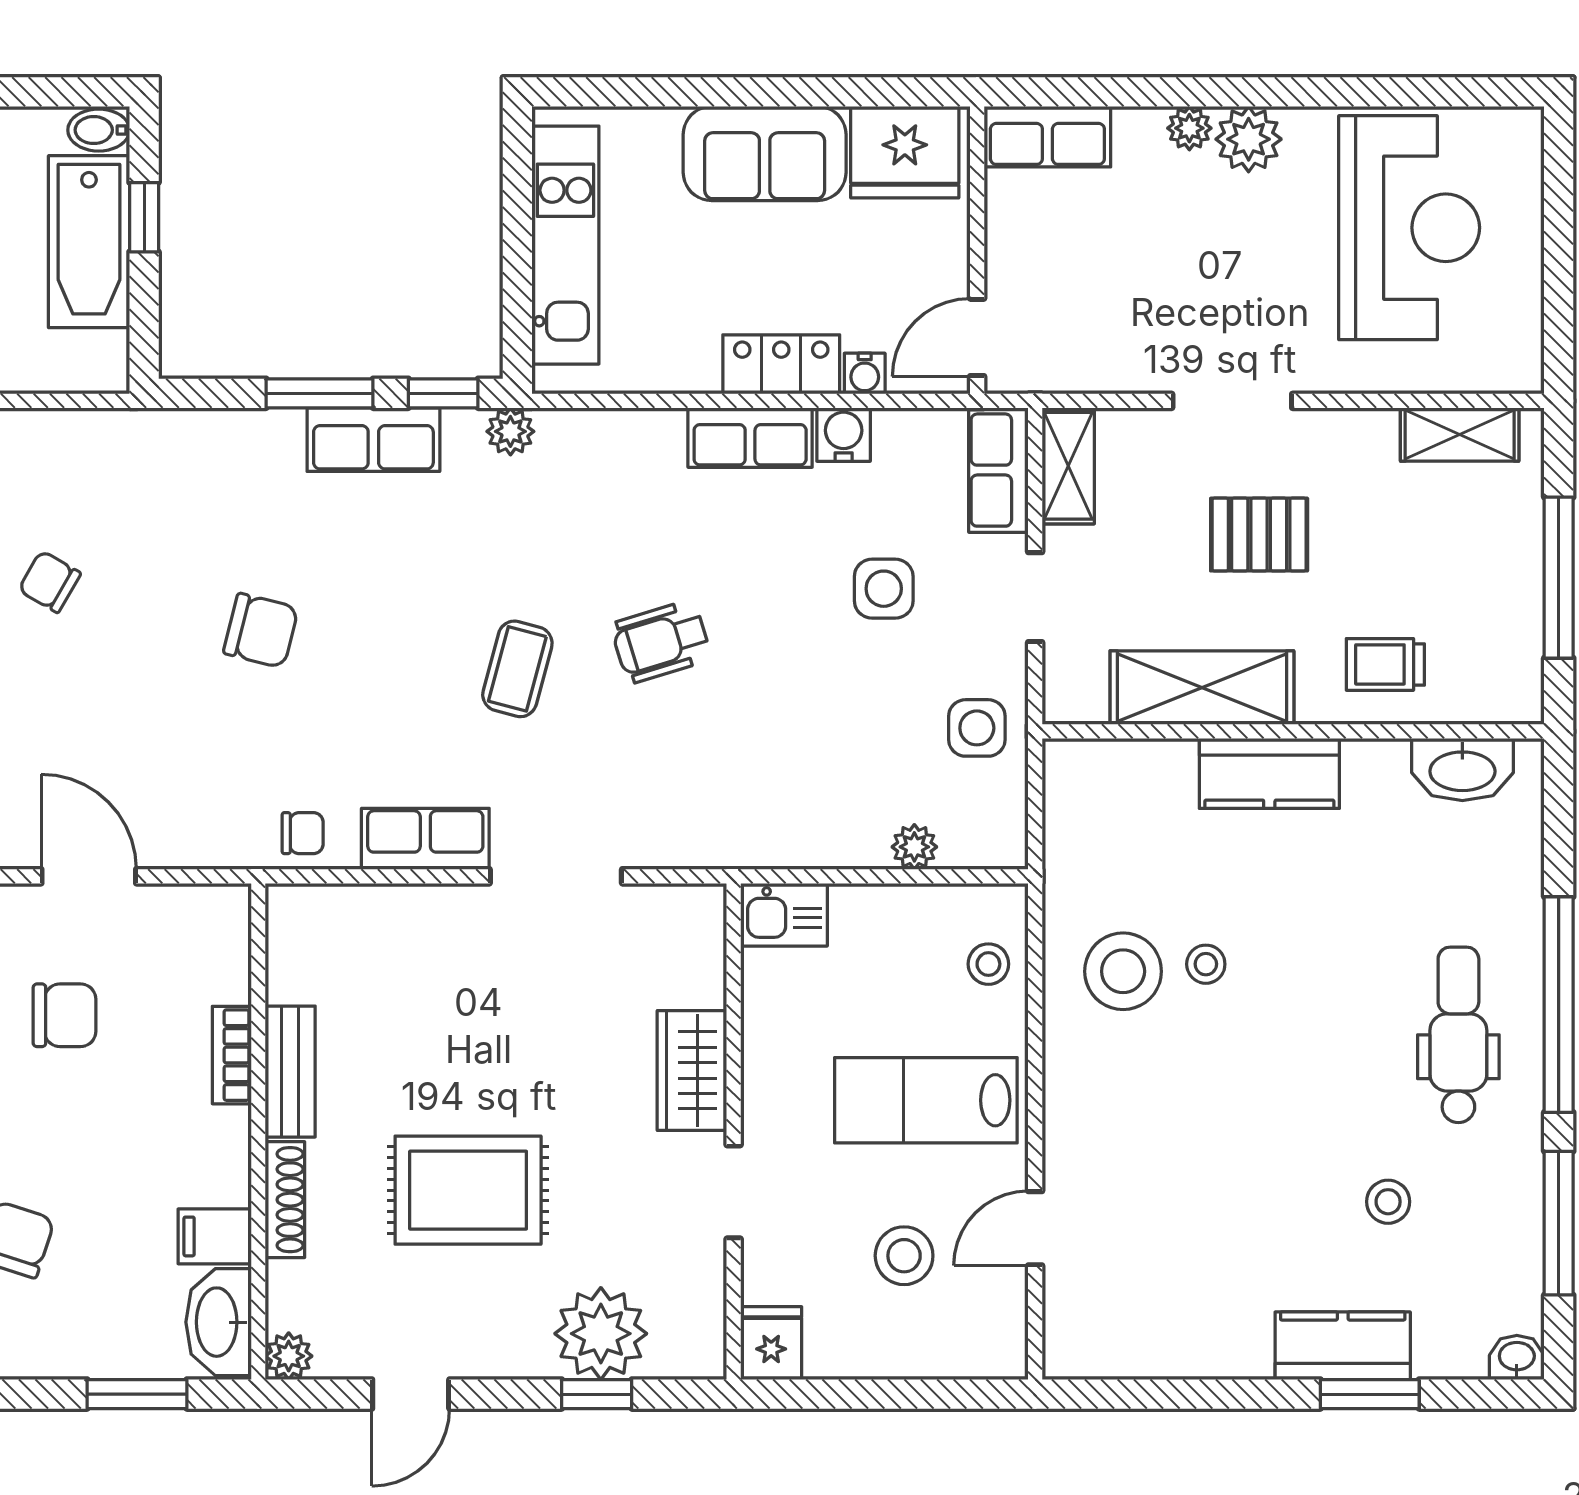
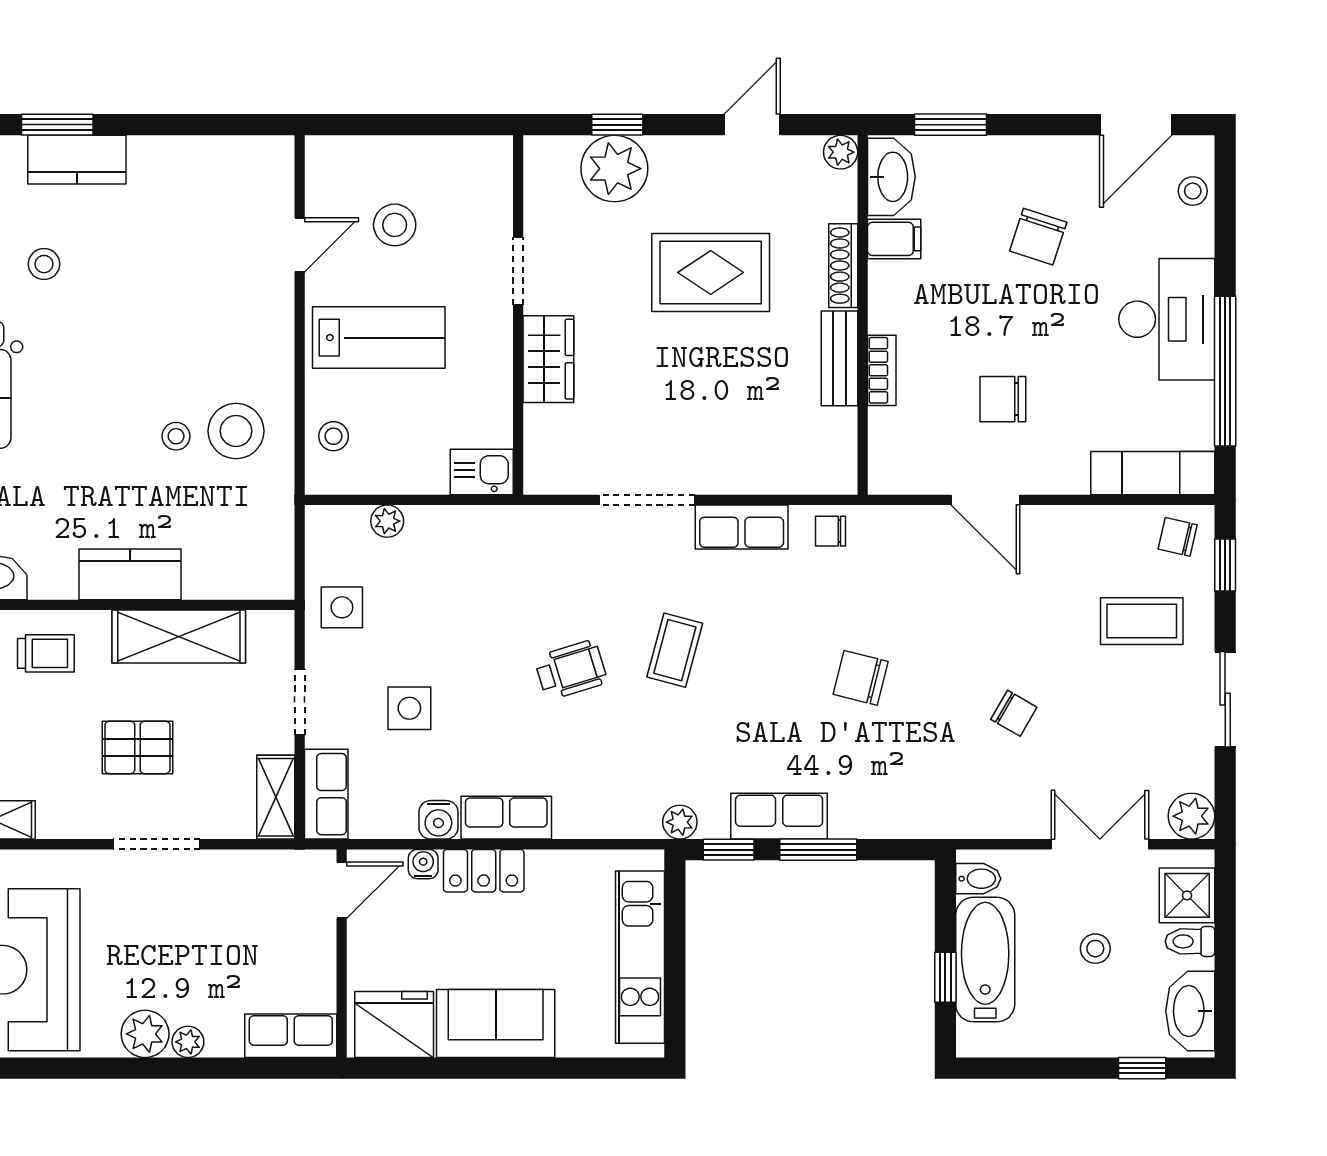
bidet: (99, 130) -> (978, 879), moved
fridge: (771, 1343) -> (491, 162), removed

